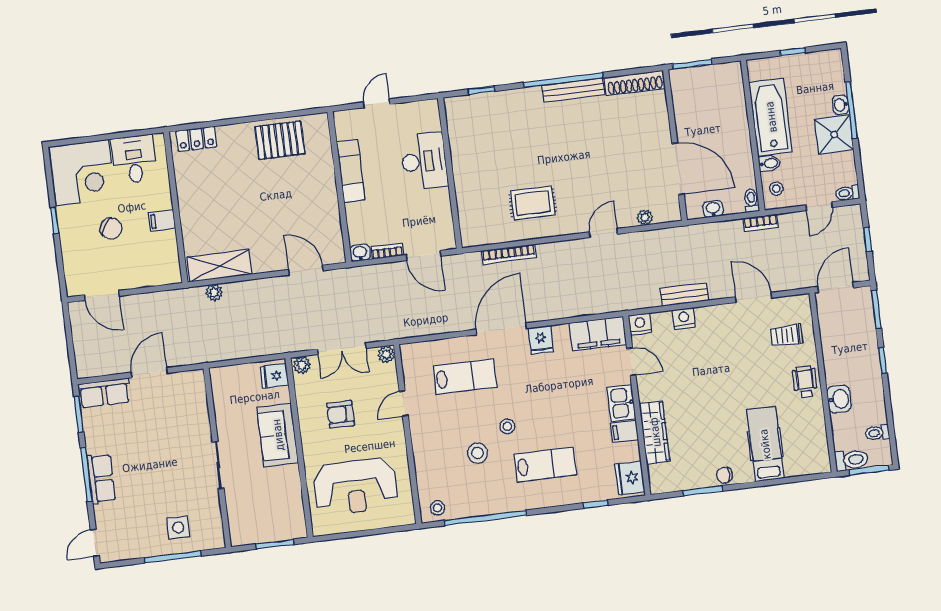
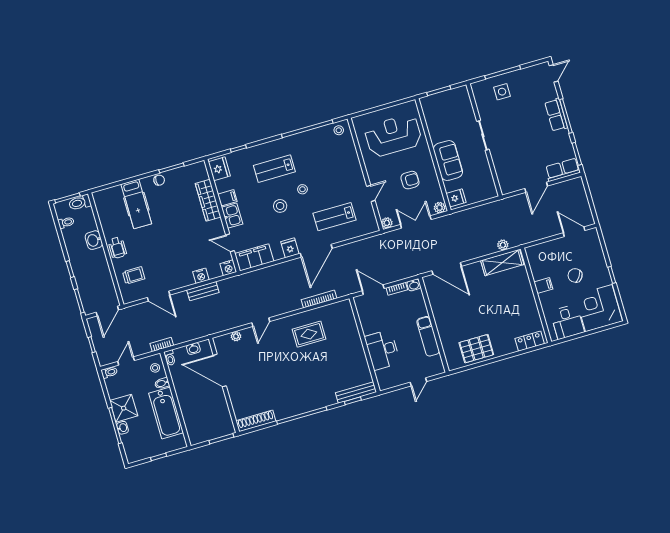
bench: (573, 90) -> (356, 392), moved
door: (306, 270) -> (447, 268), width x1.36
stool: (477, 453) -> (280, 206), moved

